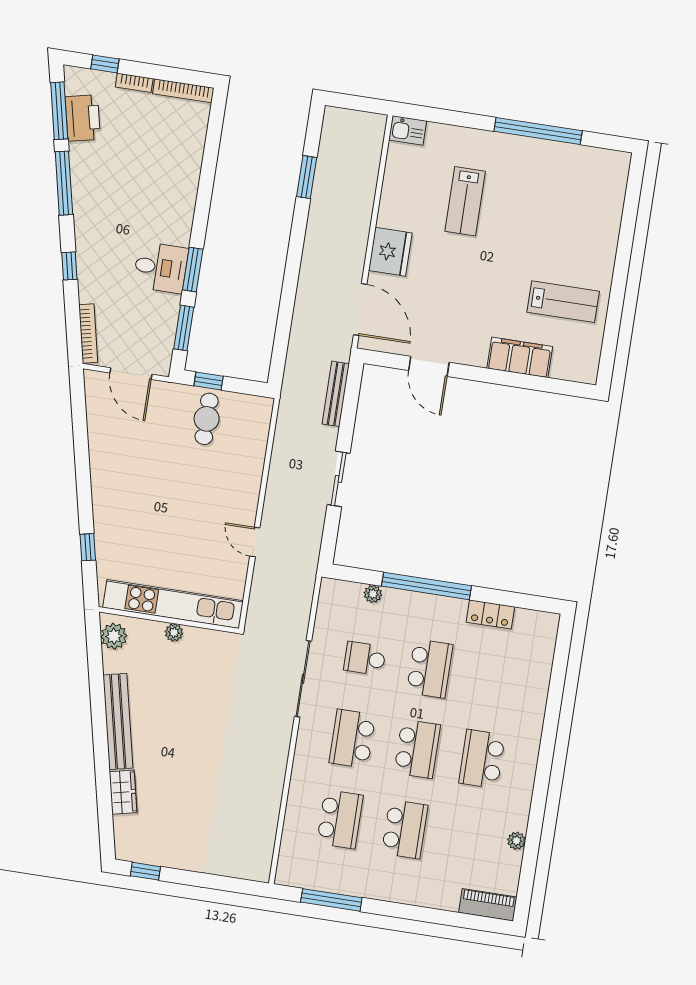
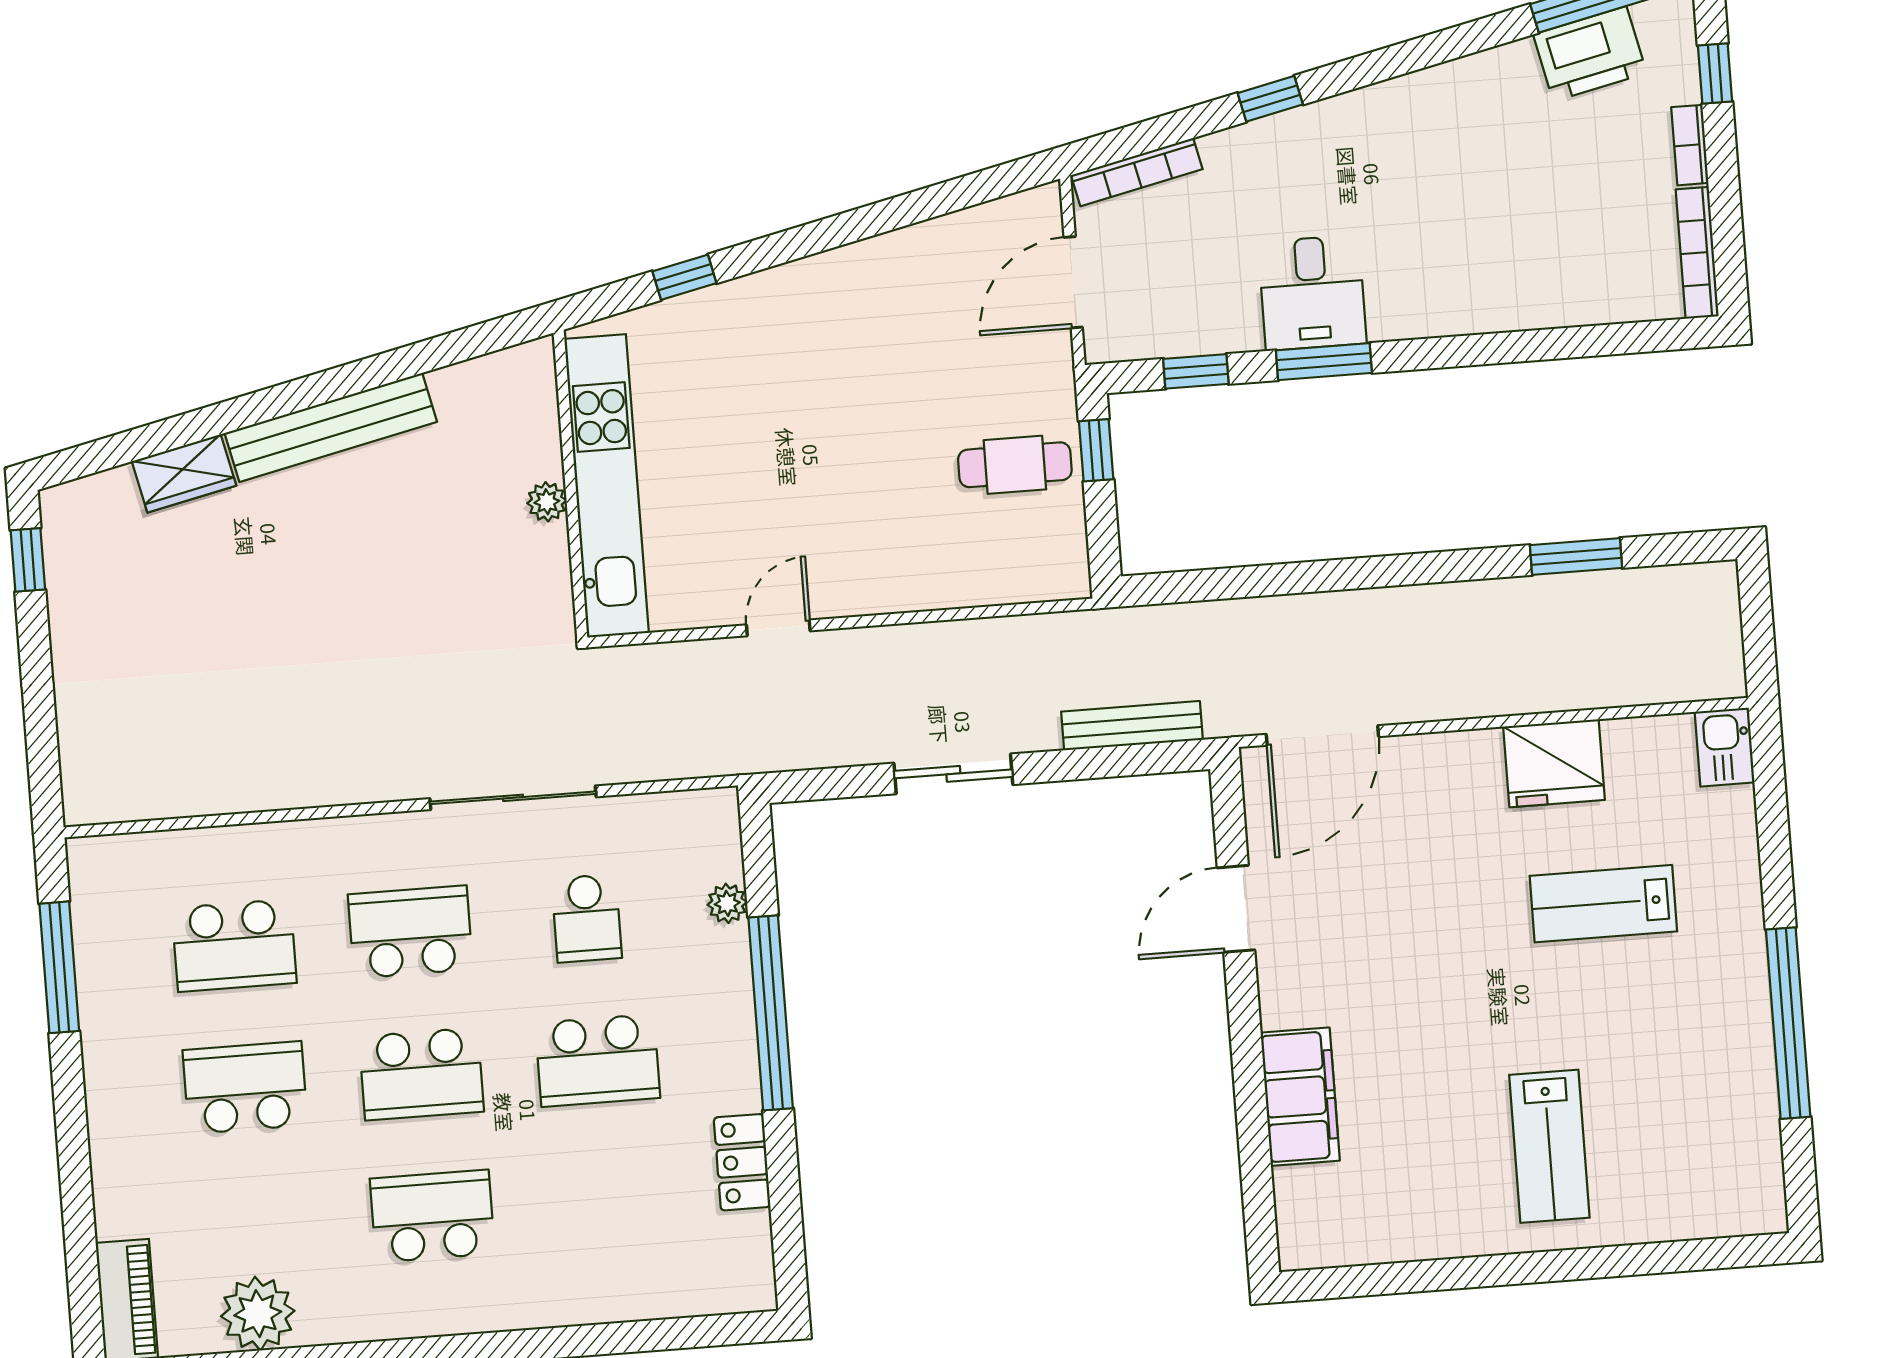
window: (64, 183) -> (1443, 46), removed
fridge: (390, 252) -> (1554, 763), moved
lab bench: (563, 302) -> (1549, 1146), moved
window: (184, 328) -> (1196, 371), width x0.67
plant: (114, 636) -> (509, 377), removed
school desk: (365, 658) -> (587, 918), turned 180
school desk: (405, 829) -> (245, 1088), turned 180
plant: (516, 841) -> (258, 1314), width x1.87, depth x1.87

